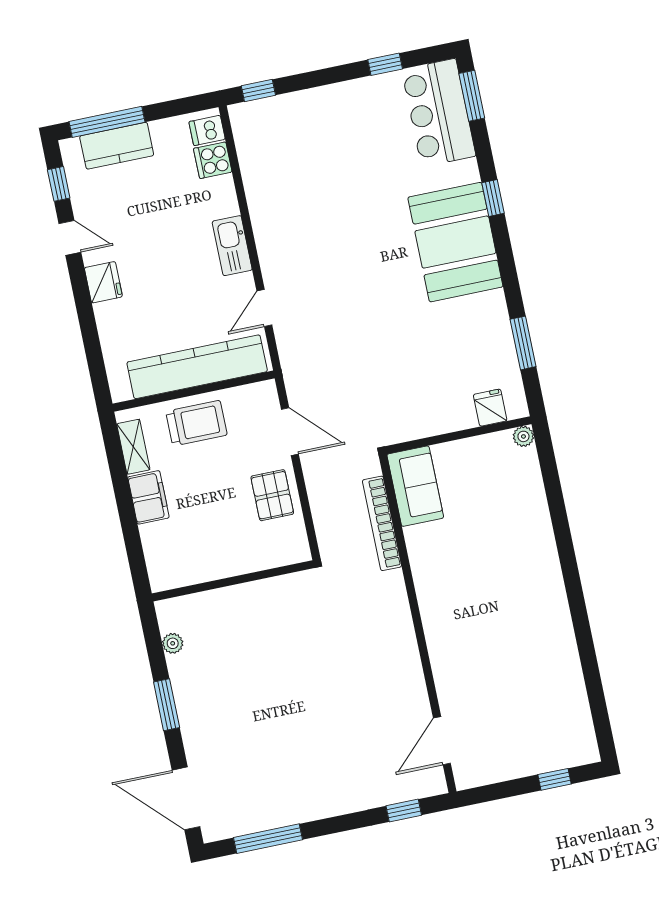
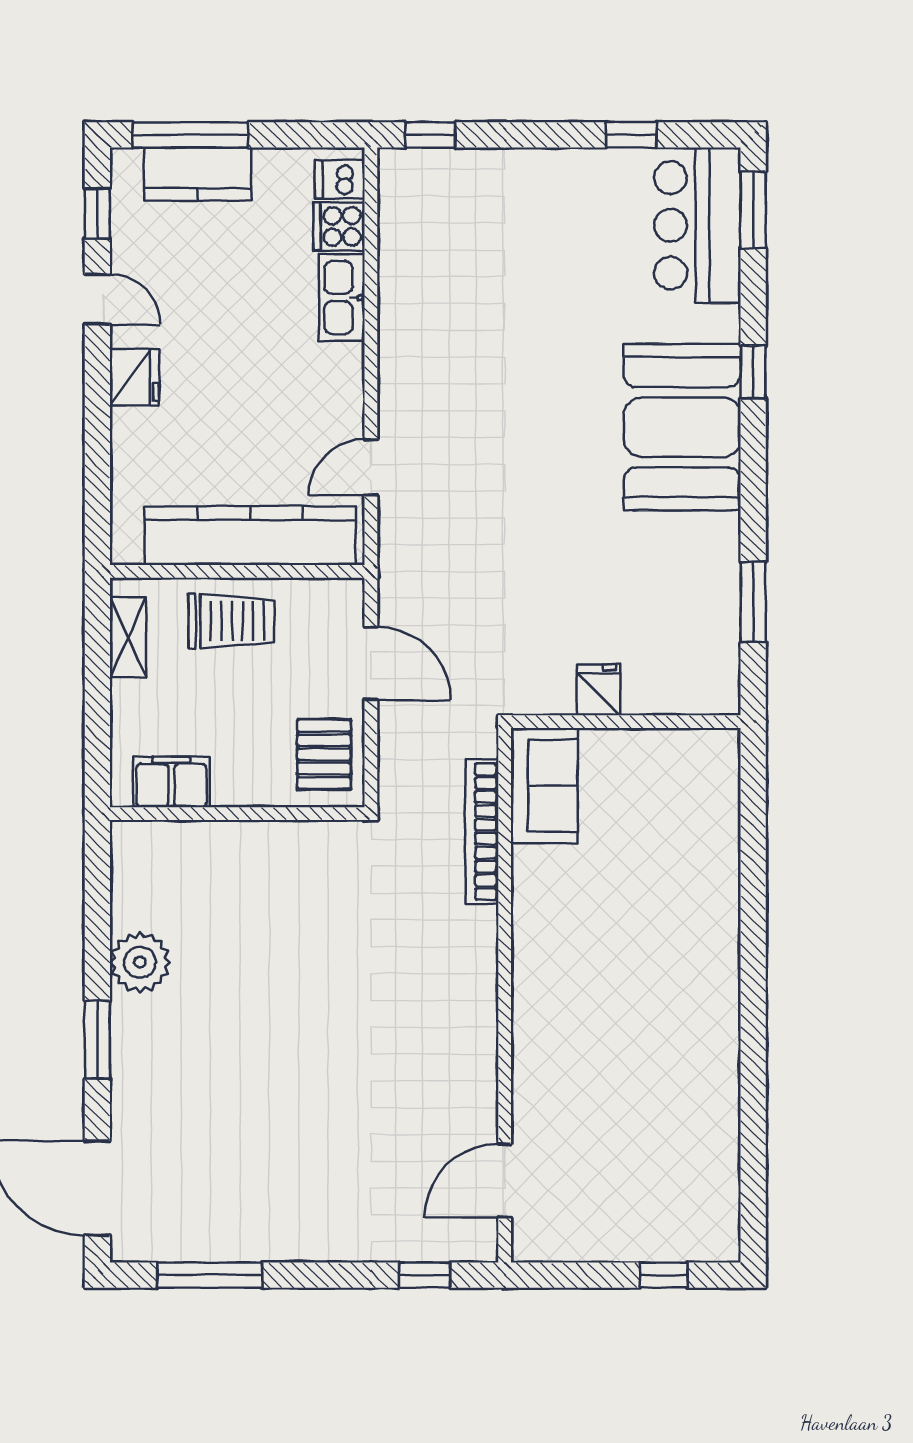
kitchen sink: (232, 246) -> (342, 298), moved
fridge: (490, 408) -> (598, 690), moved
plant: (523, 436) -> (724, 744), removed
filing cabinet: (148, 497) -> (171, 782), moved, turned -90
wall: (233, 581) -> (237, 814), moved
plant: (173, 643) -> (140, 962), width x1.88, depth x1.88

